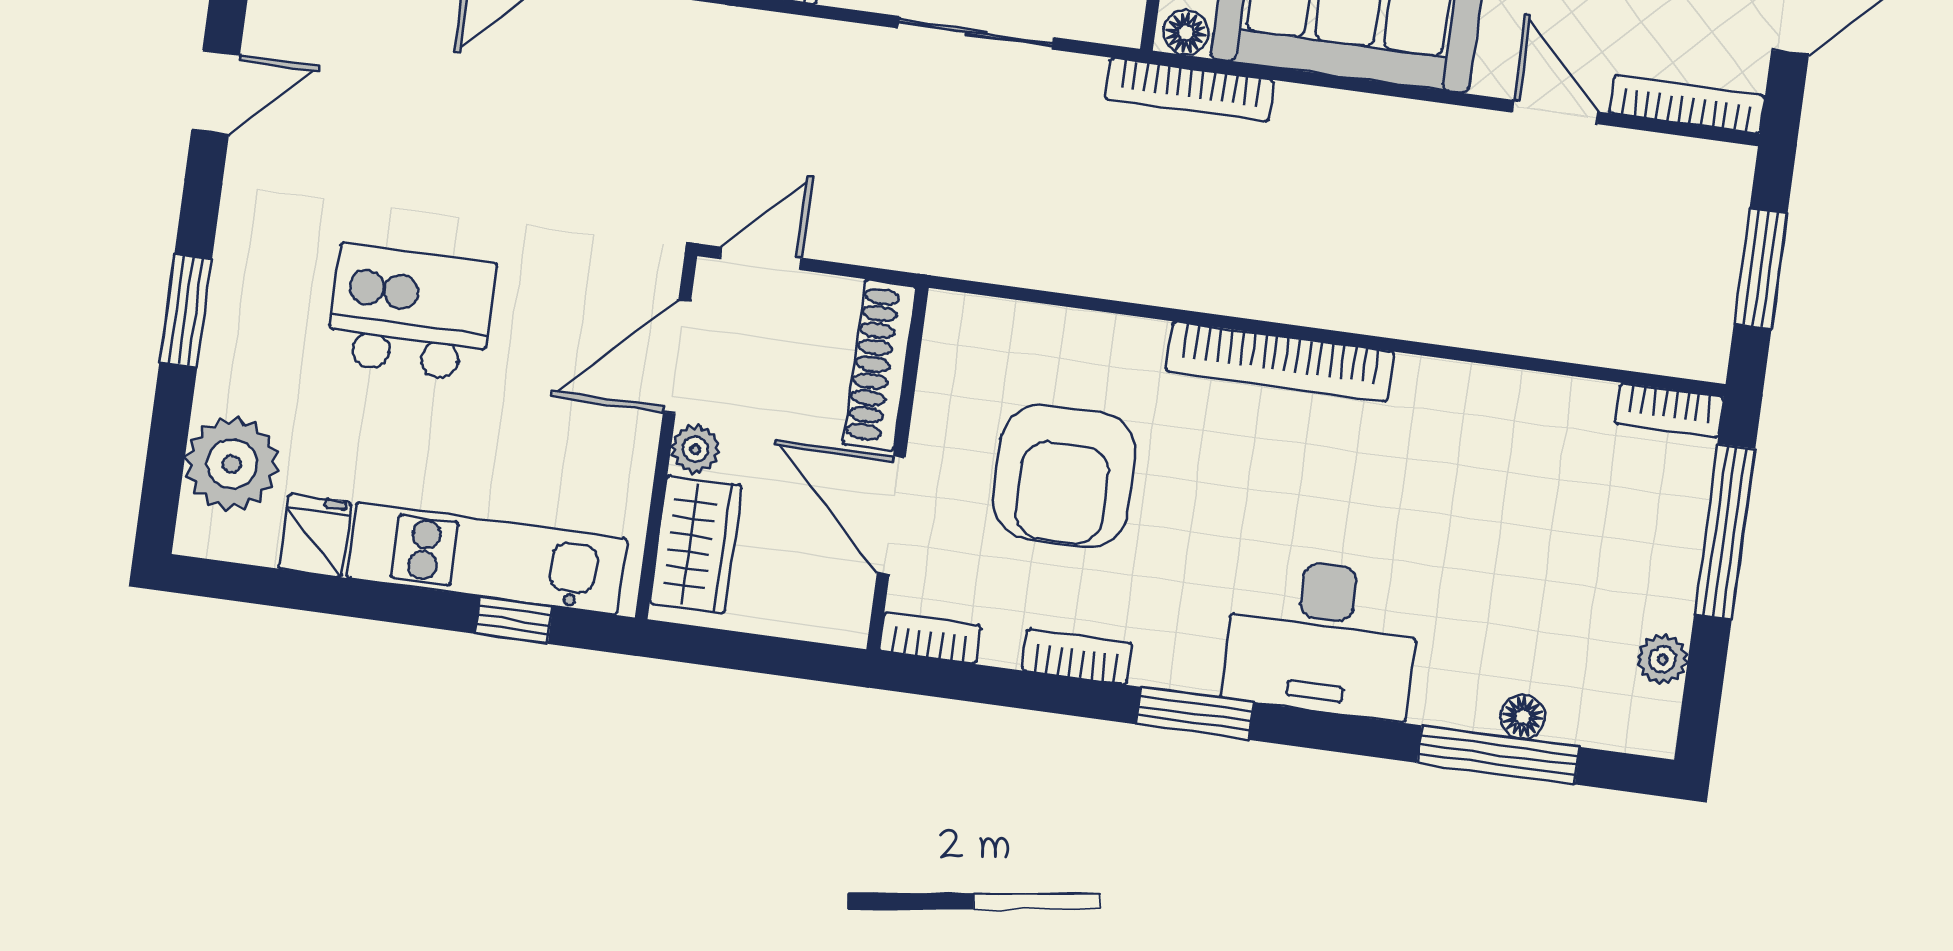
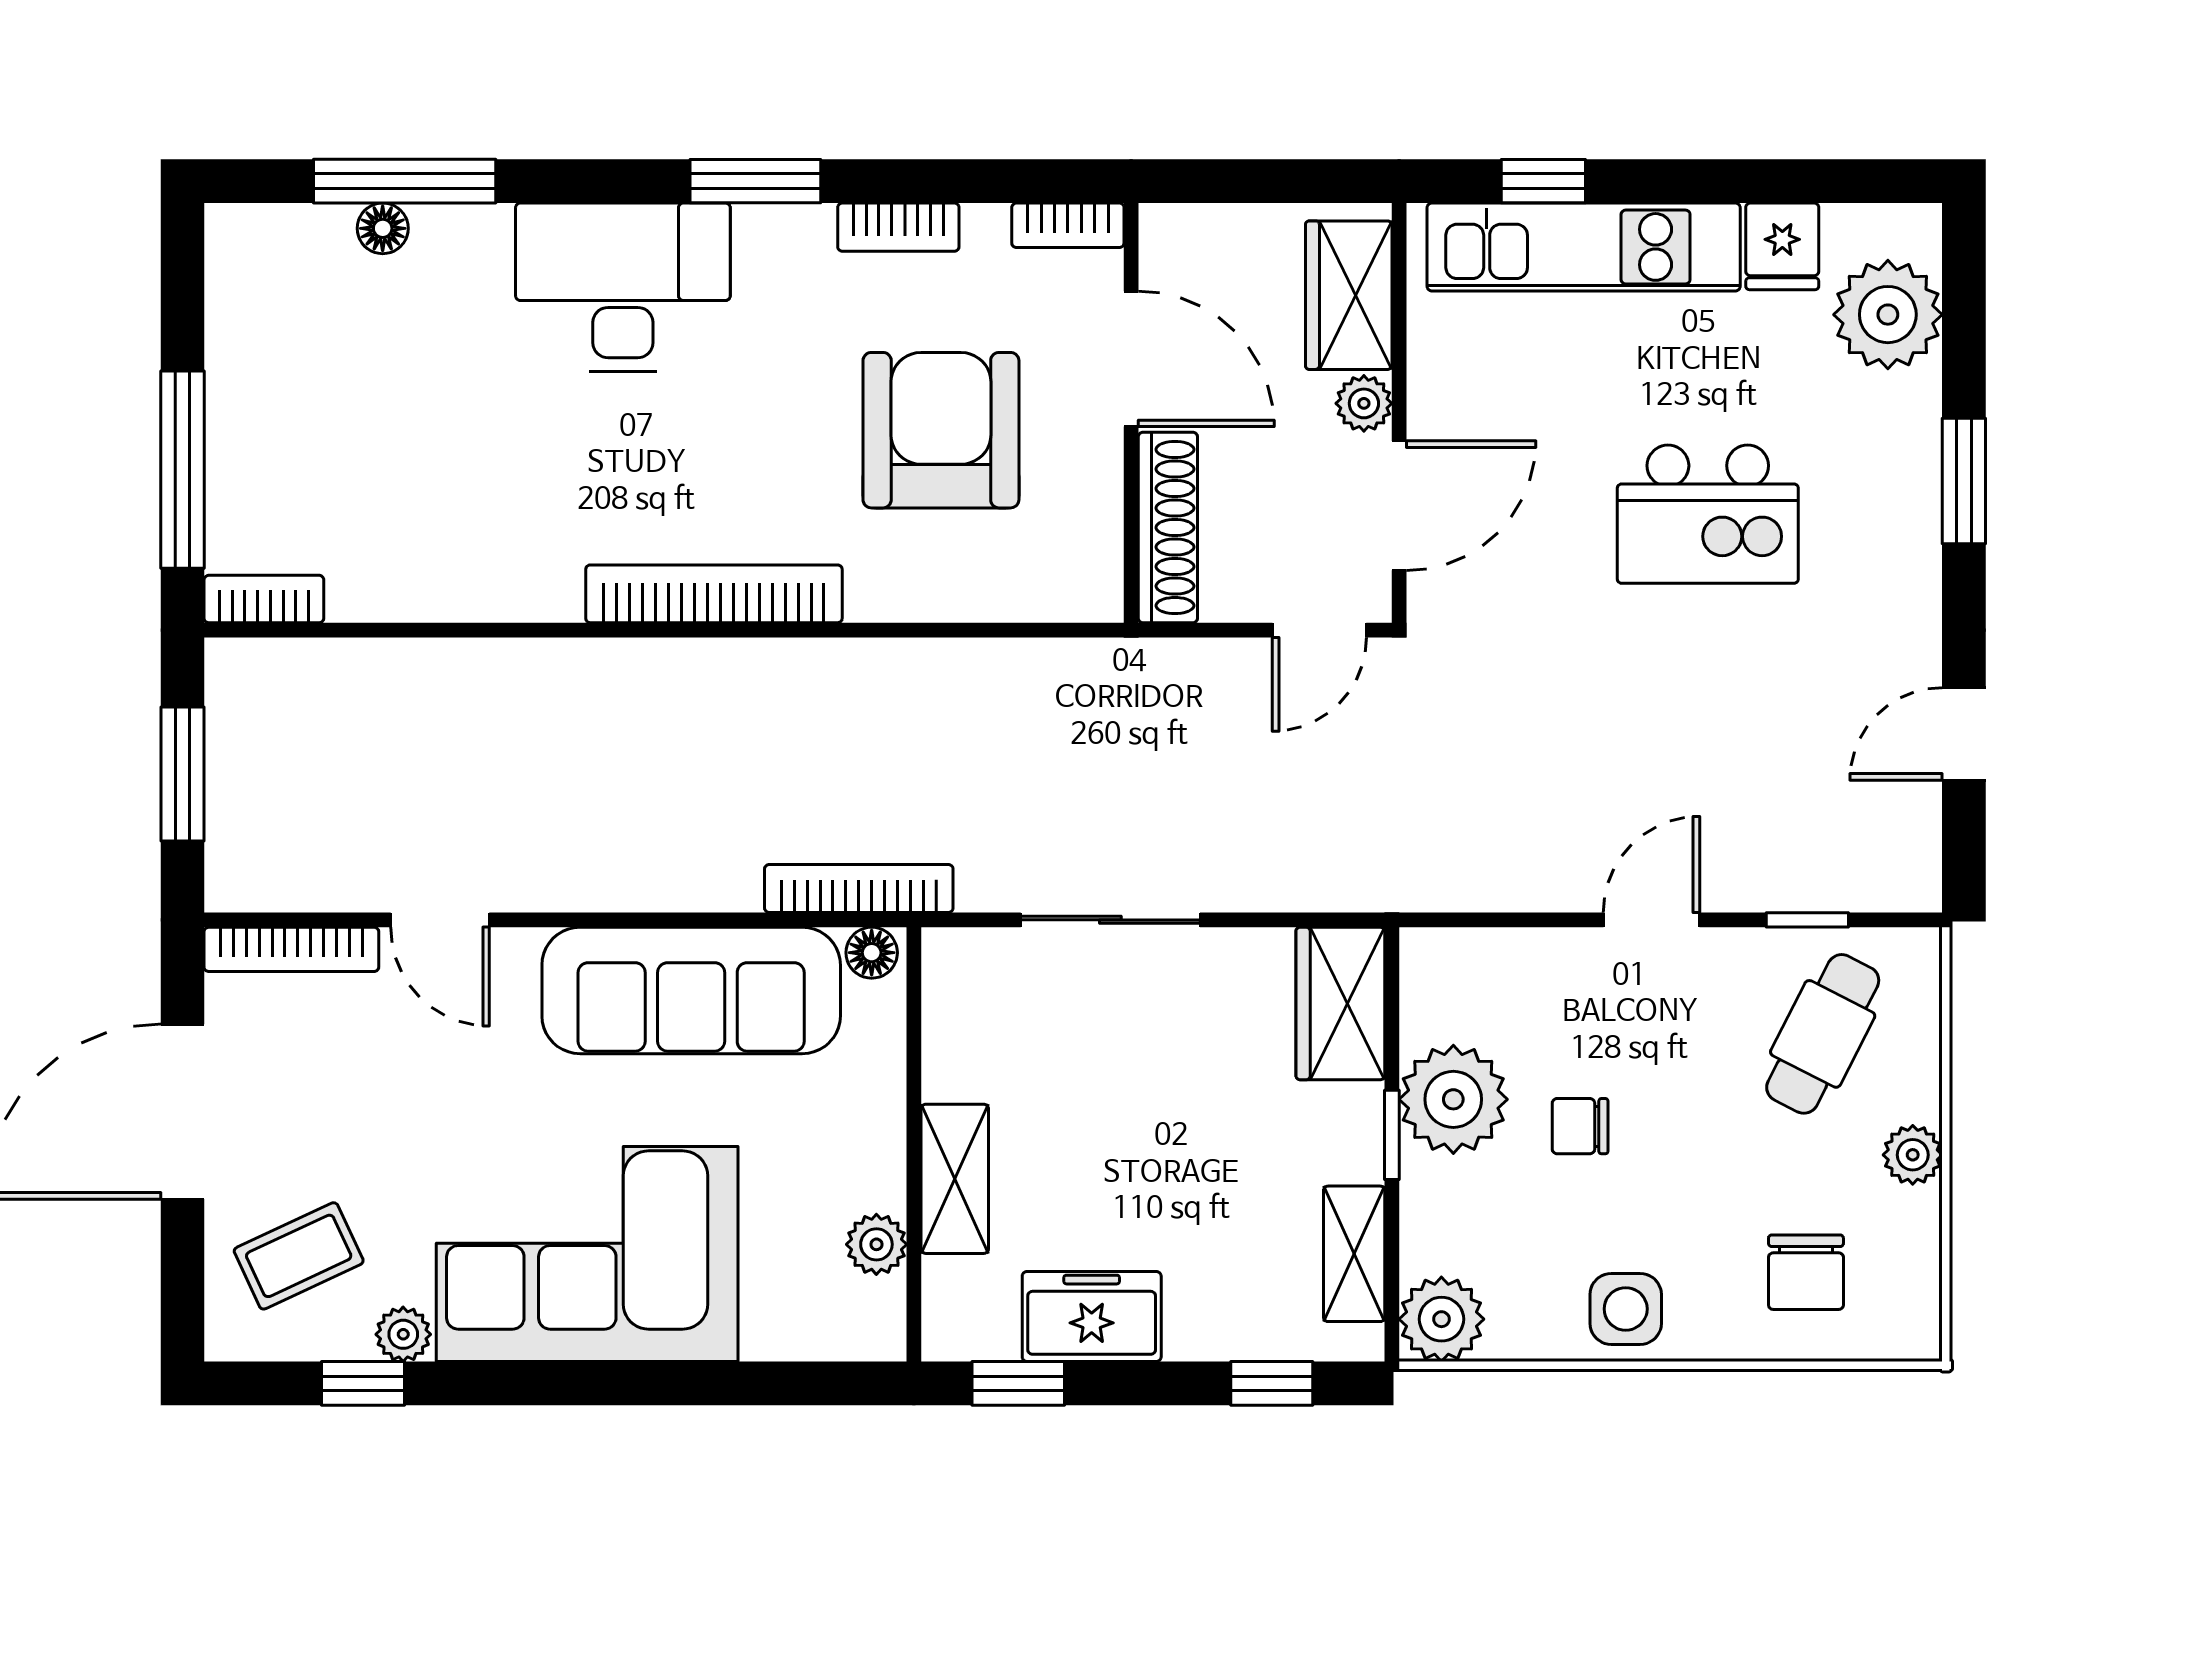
plant: (1663, 659) -> (233, 315), removed

